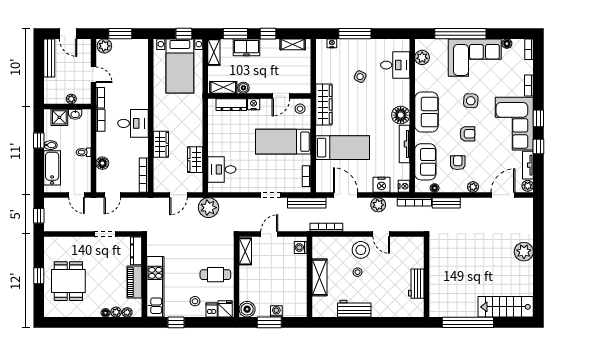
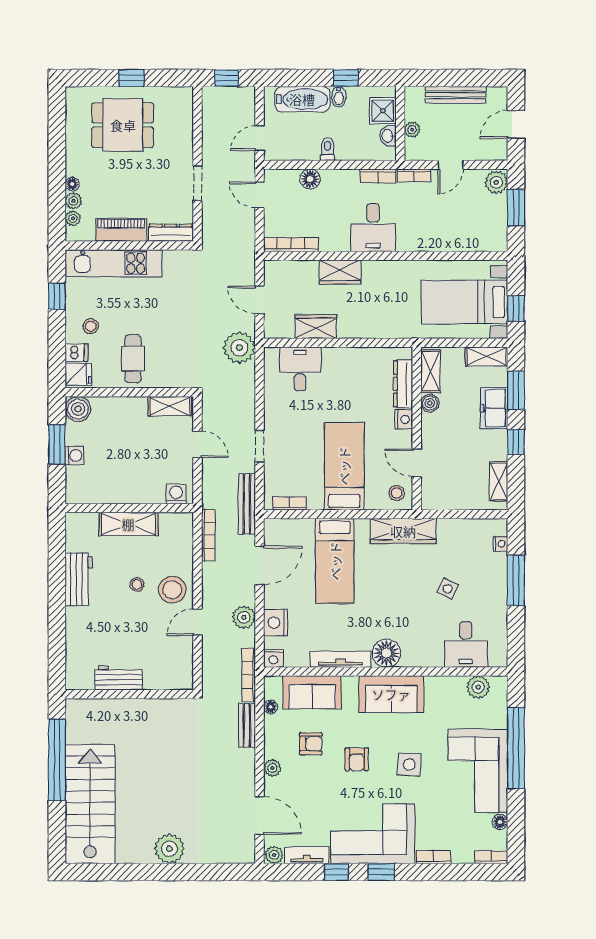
bench: (49, 58) -> (456, 95), moved
stairs: (506, 307) -> (90, 804), width x1.36, depth x1.51

